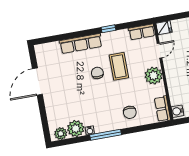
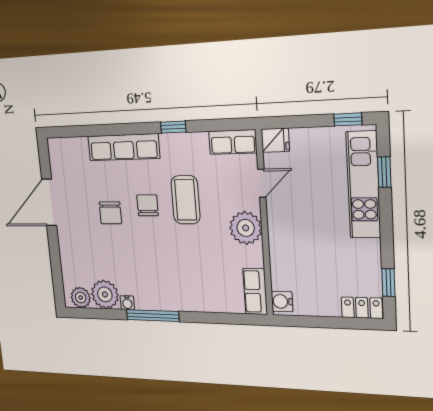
chair: (130, 112) -> (110, 213), moved

